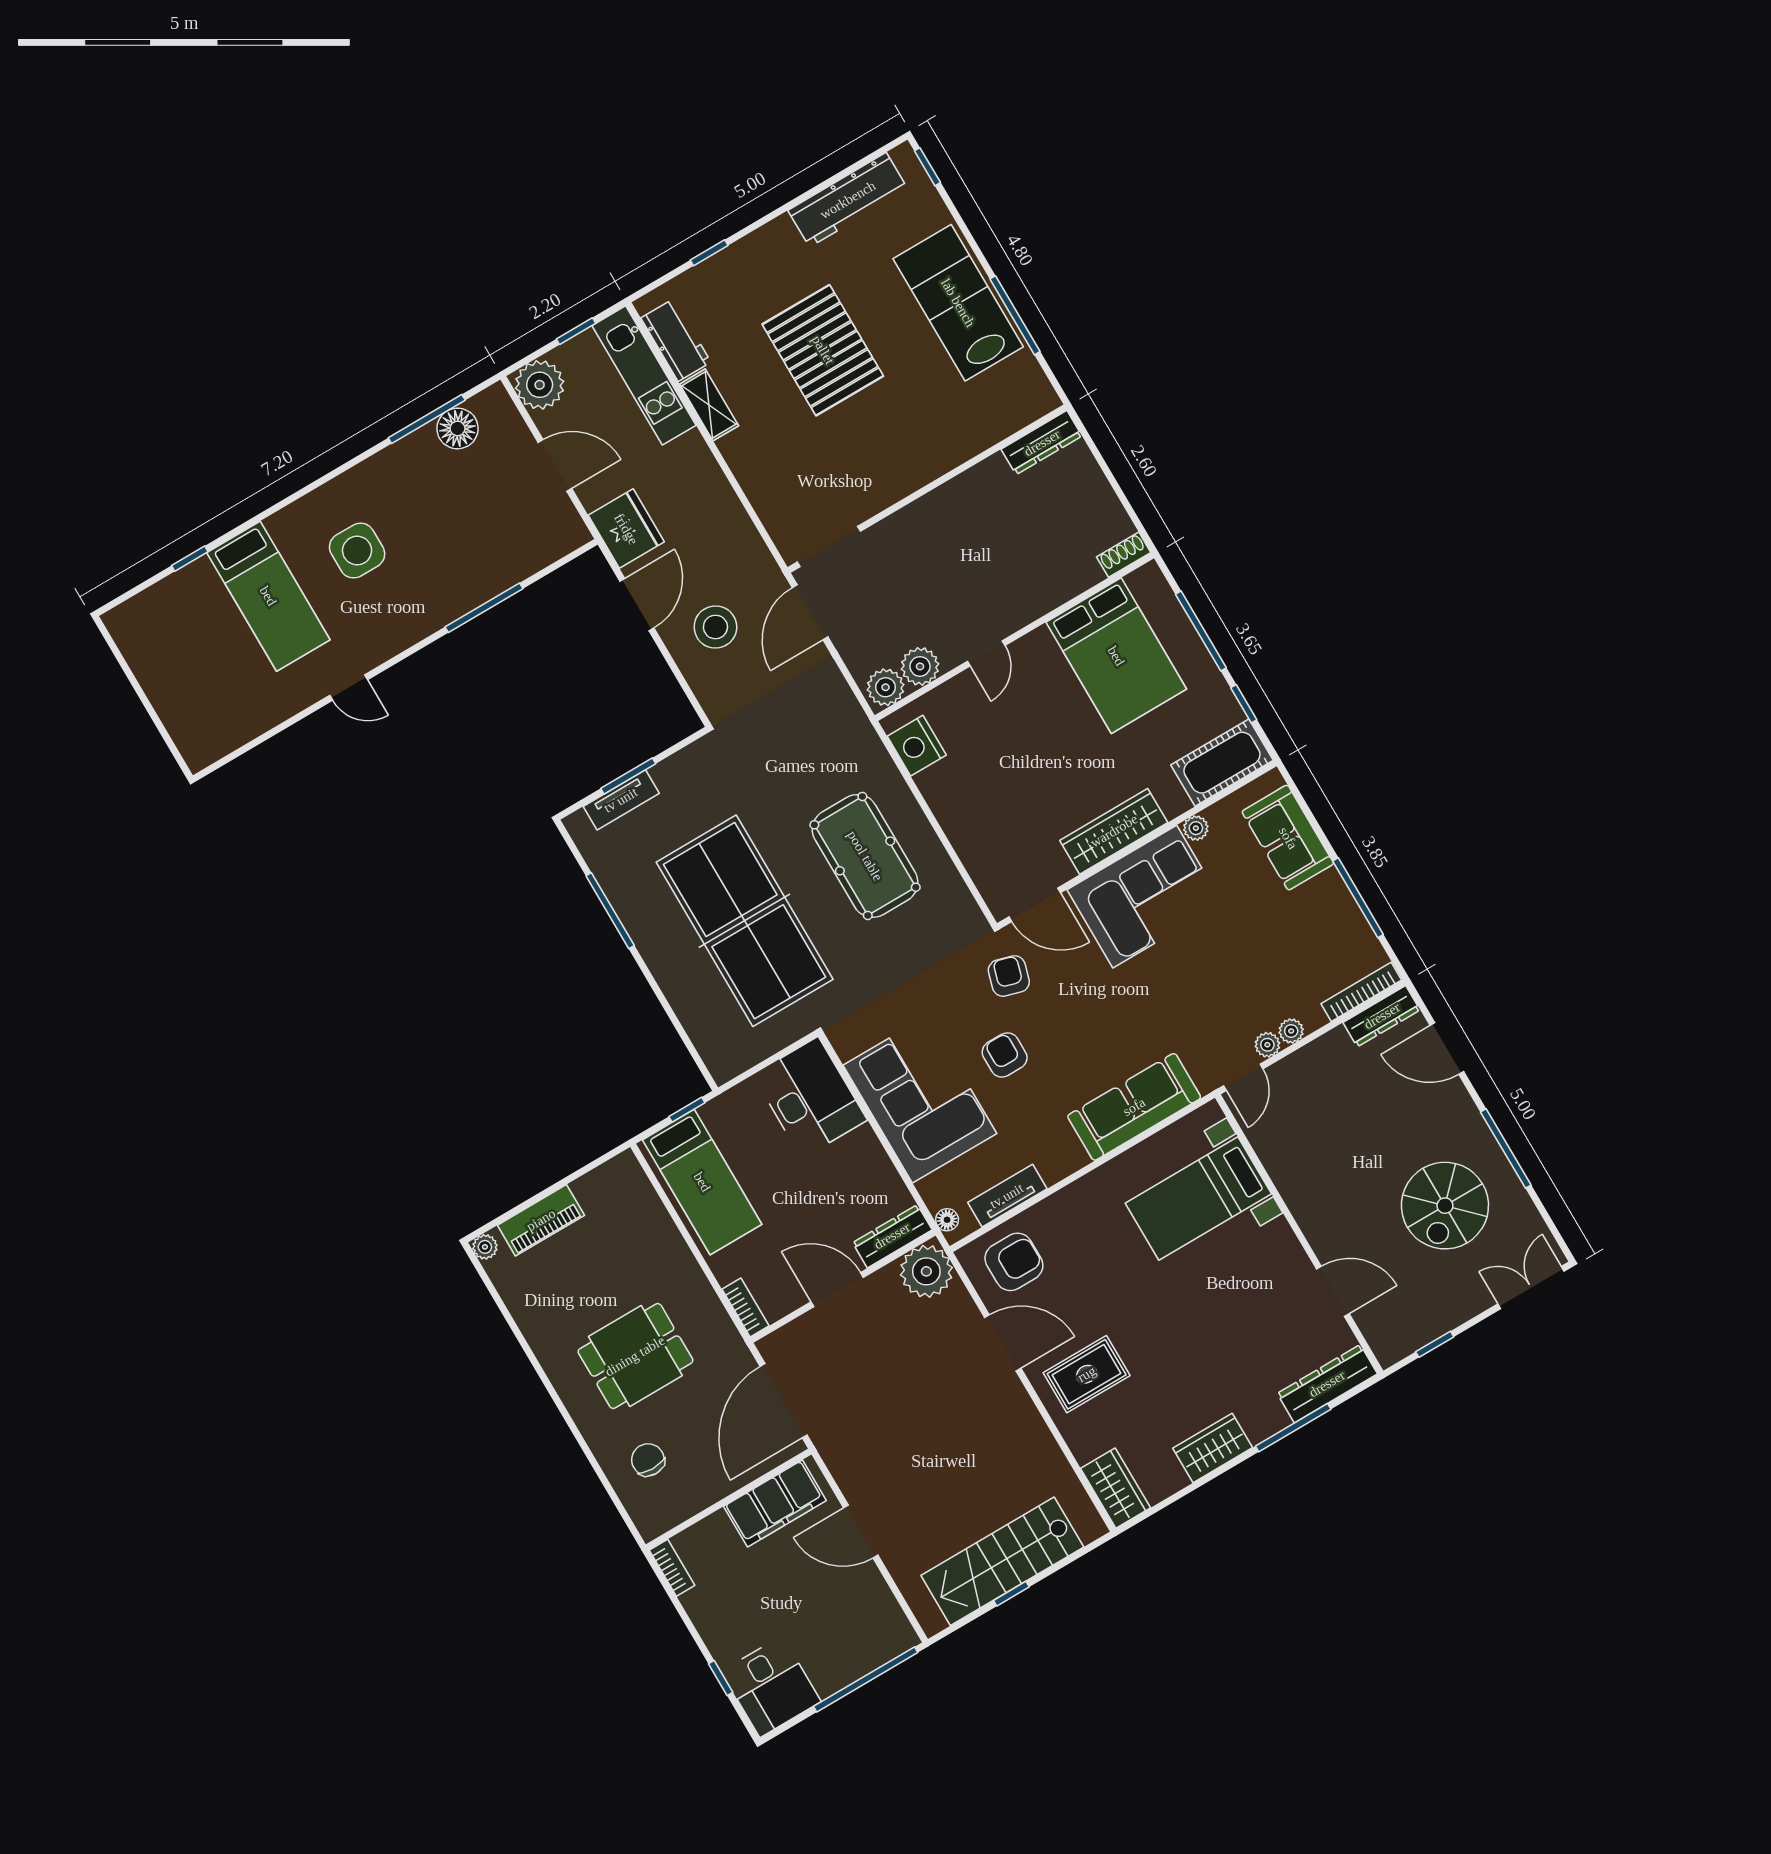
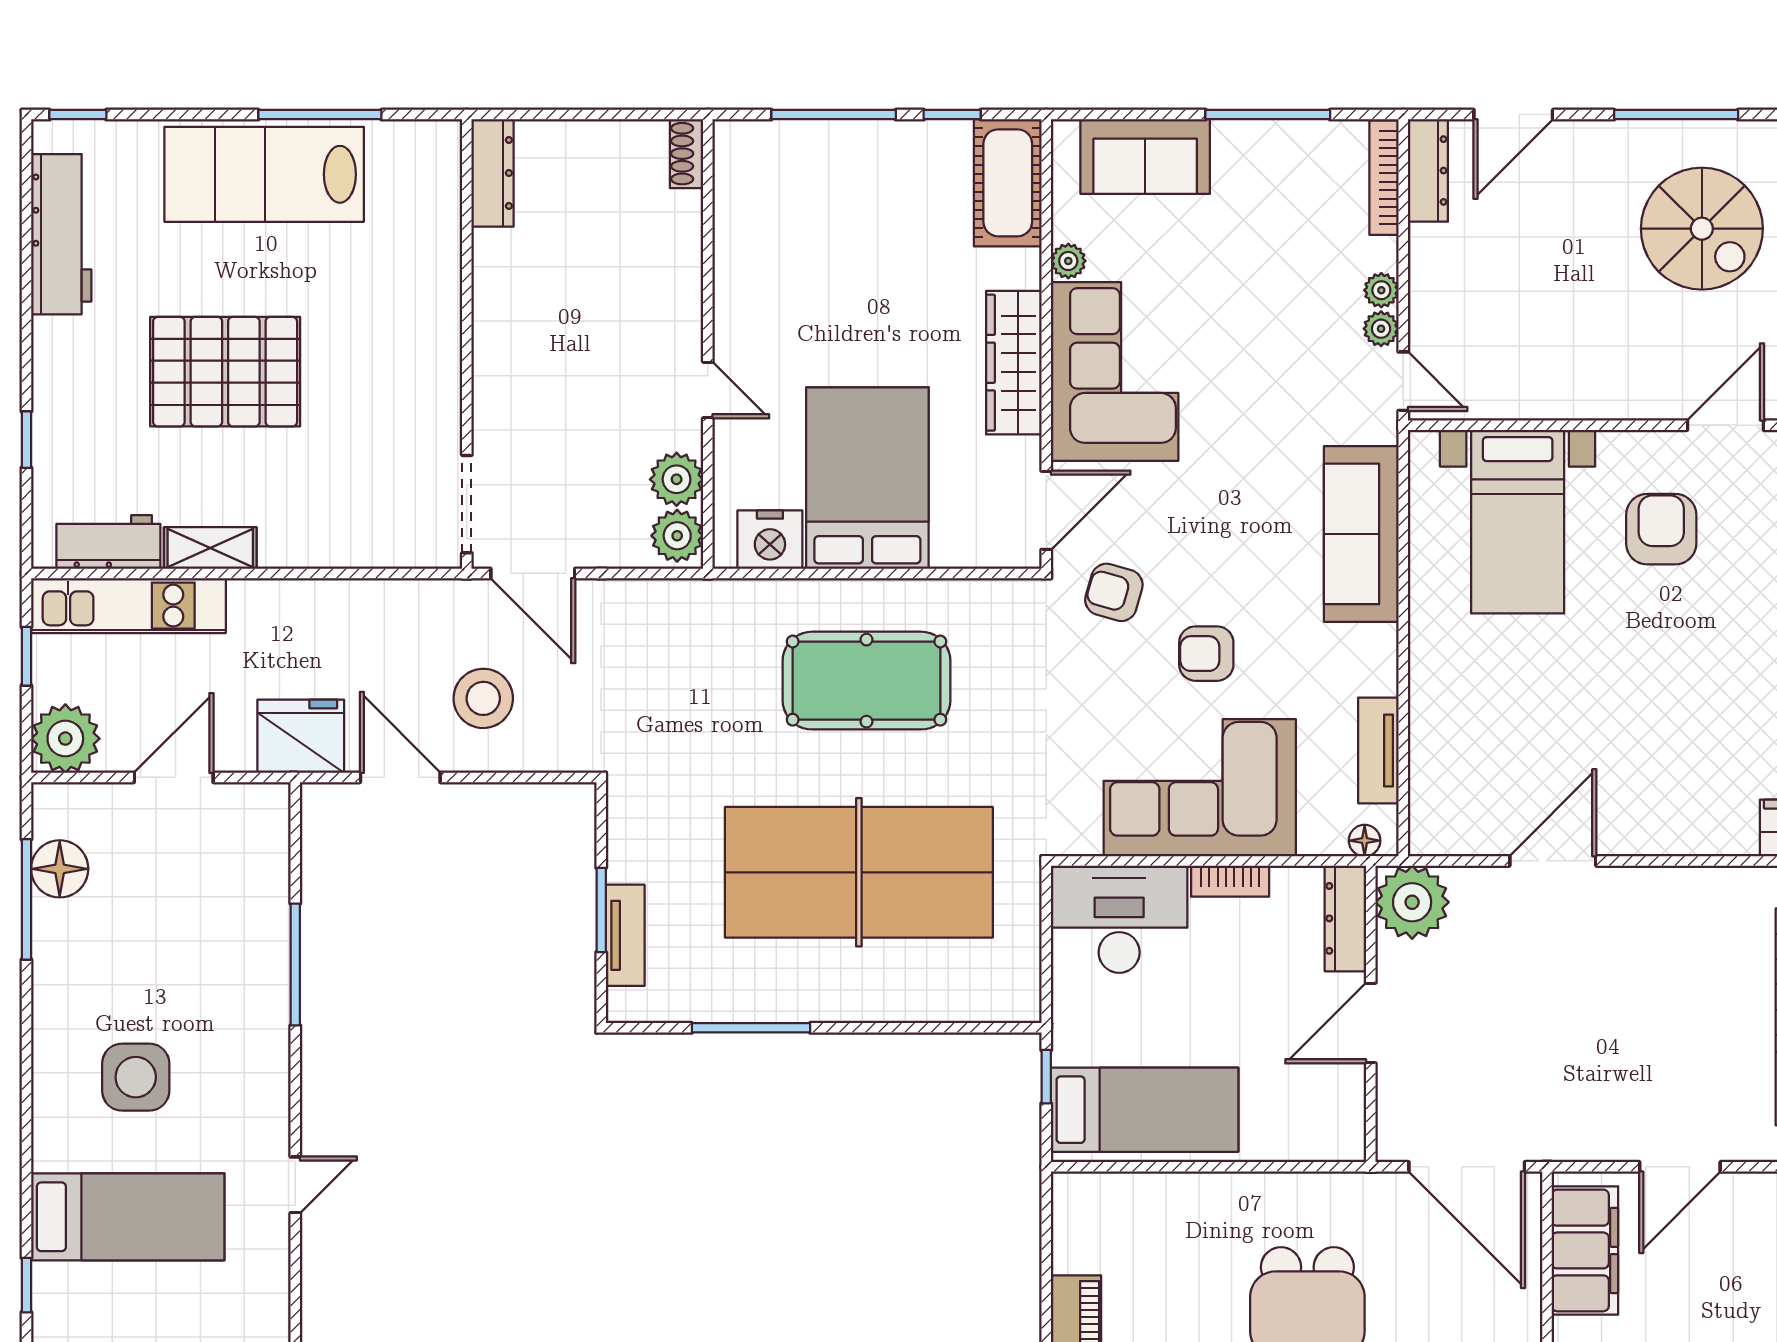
bed: (1116, 656) -> (867, 478), moved, turned -90
armchair: (1014, 1262) -> (1661, 529), moved
bookcase: (745, 1308) -> (1230, 881), moved, turned 180
rug: (1087, 1374) -> (1650, 782), removed

